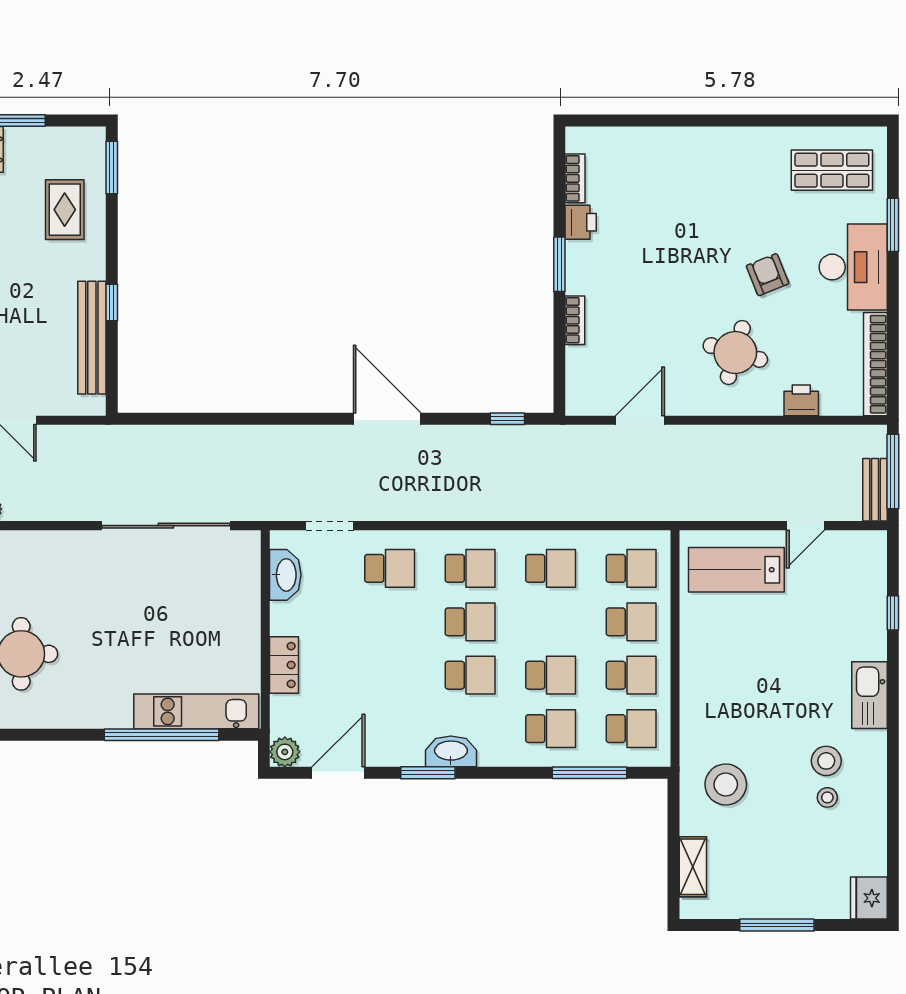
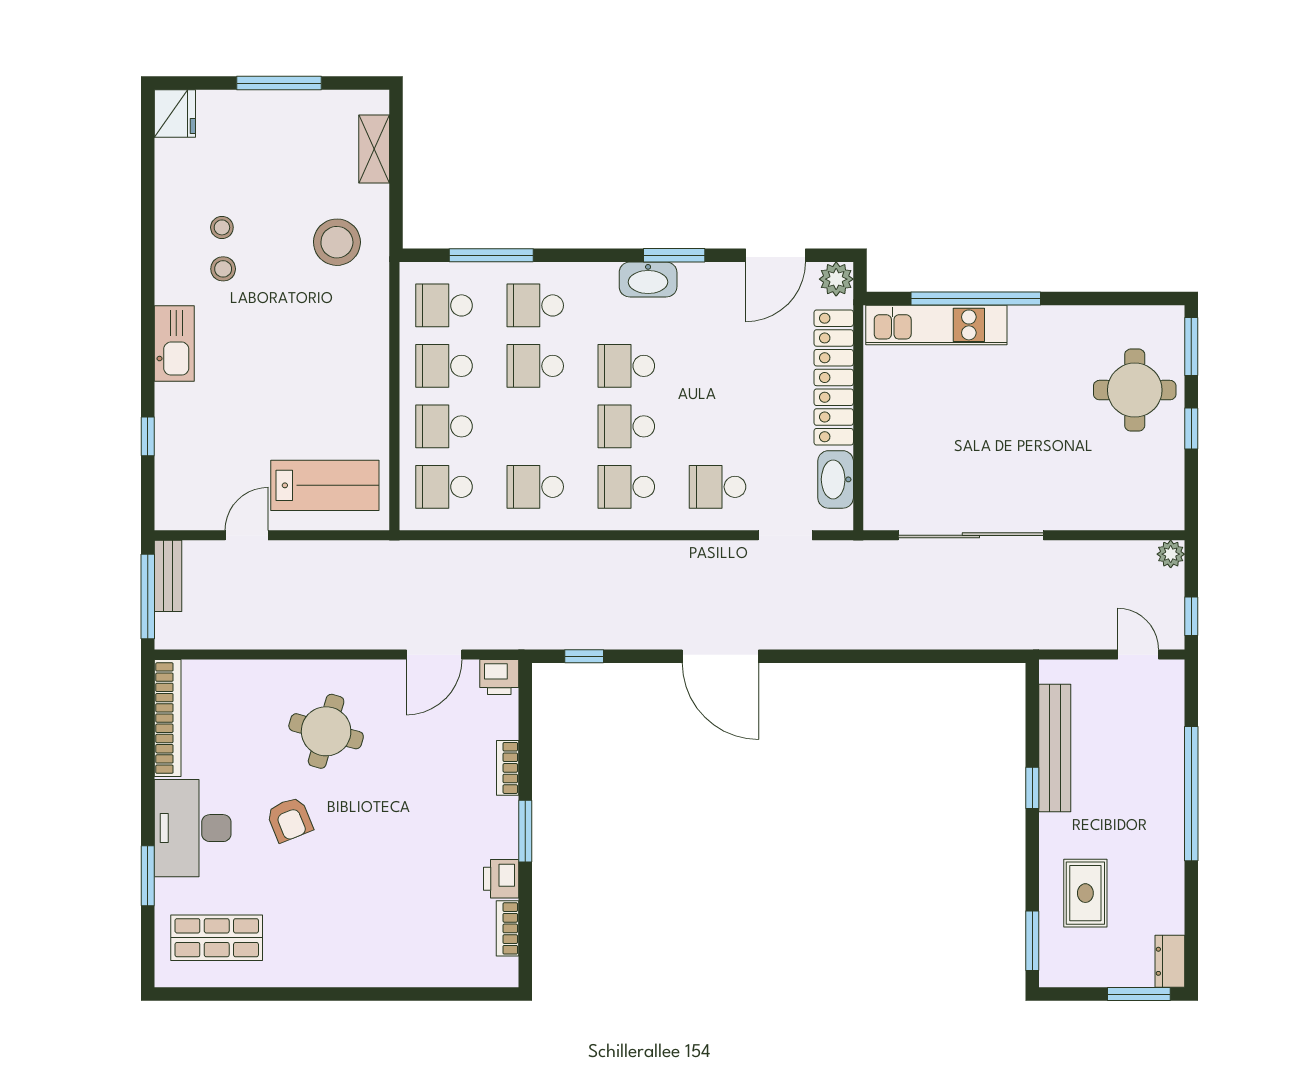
printer: (801, 400) -> (499, 677), moved
locker: (284, 665) -> (834, 377), width x2.16, depth x1.21
stool: (826, 761) -> (223, 269), width x0.73, depth x0.73

